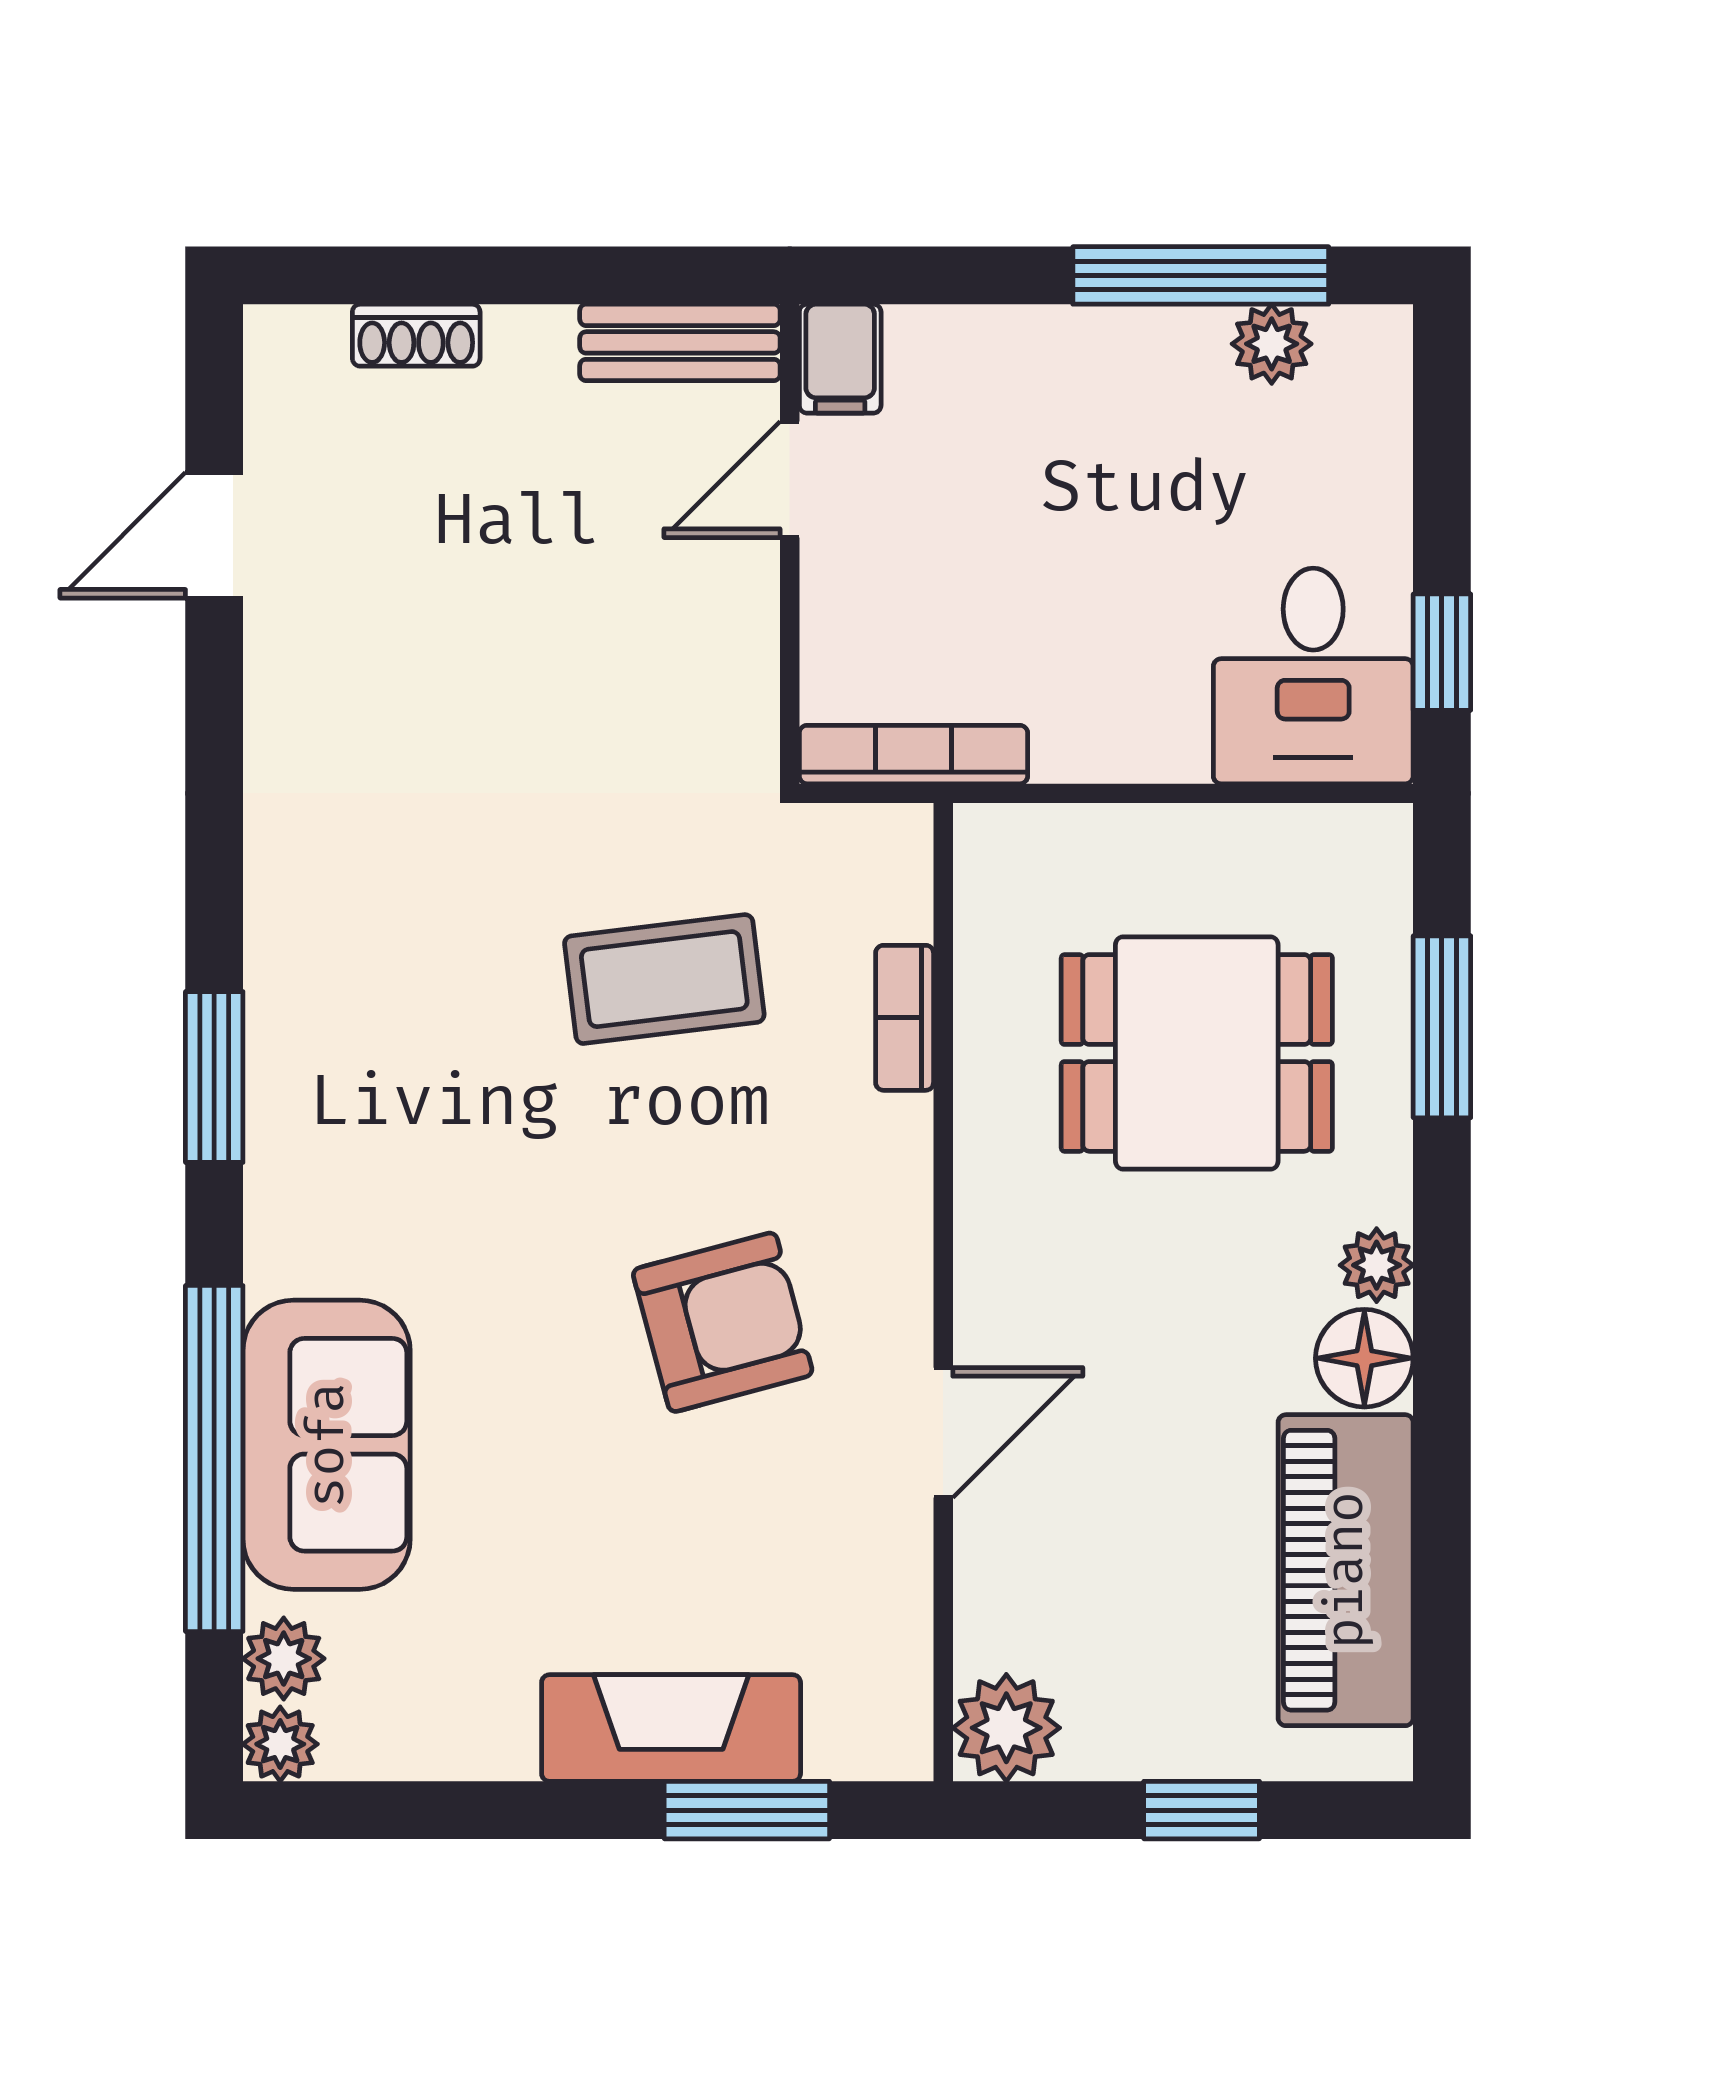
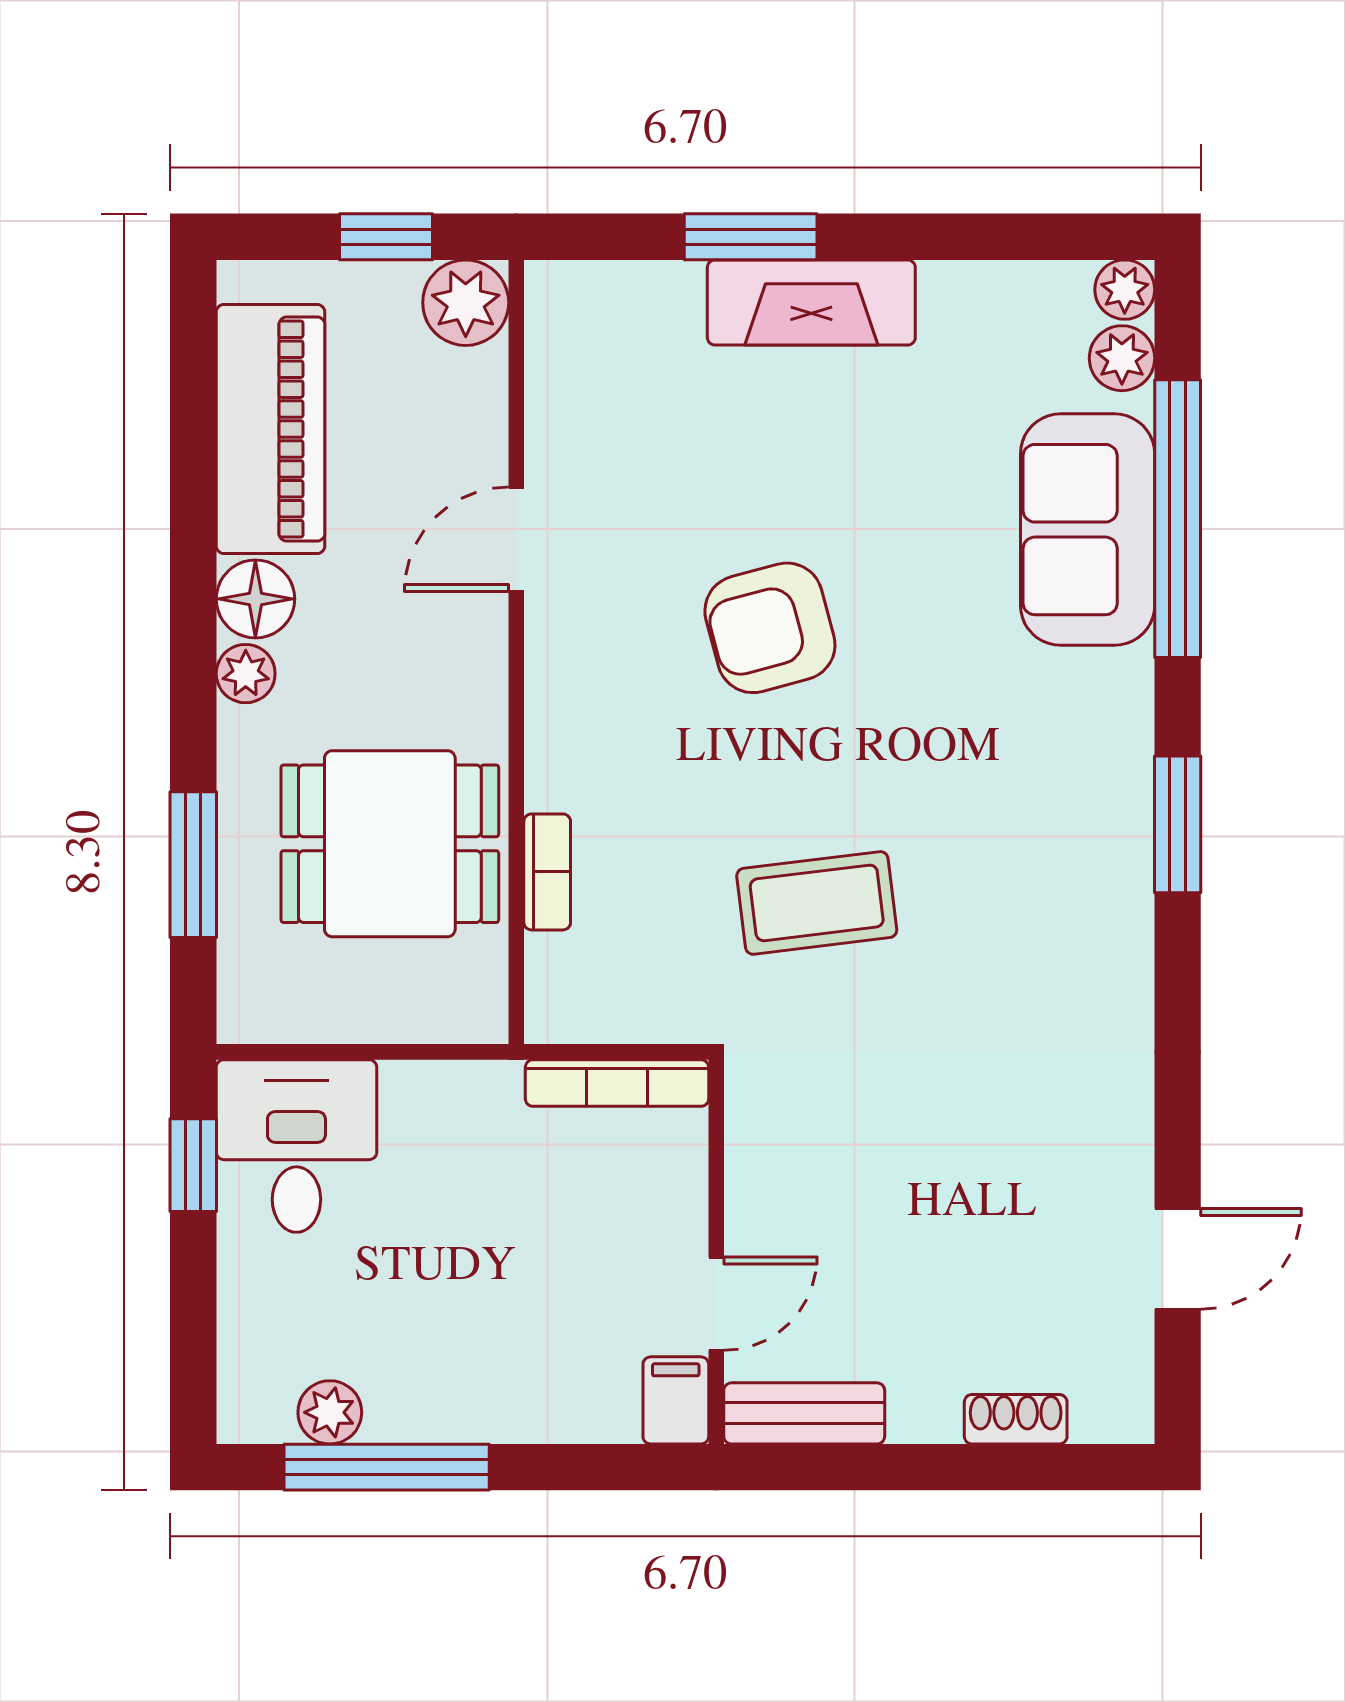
bookcase: (905, 1018) -> (547, 872), moved
wall: (943, 1292) -> (516, 652), moved
door: (943, 1433) -> (516, 539), moved
plant: (1006, 1728) -> (466, 303), moved

